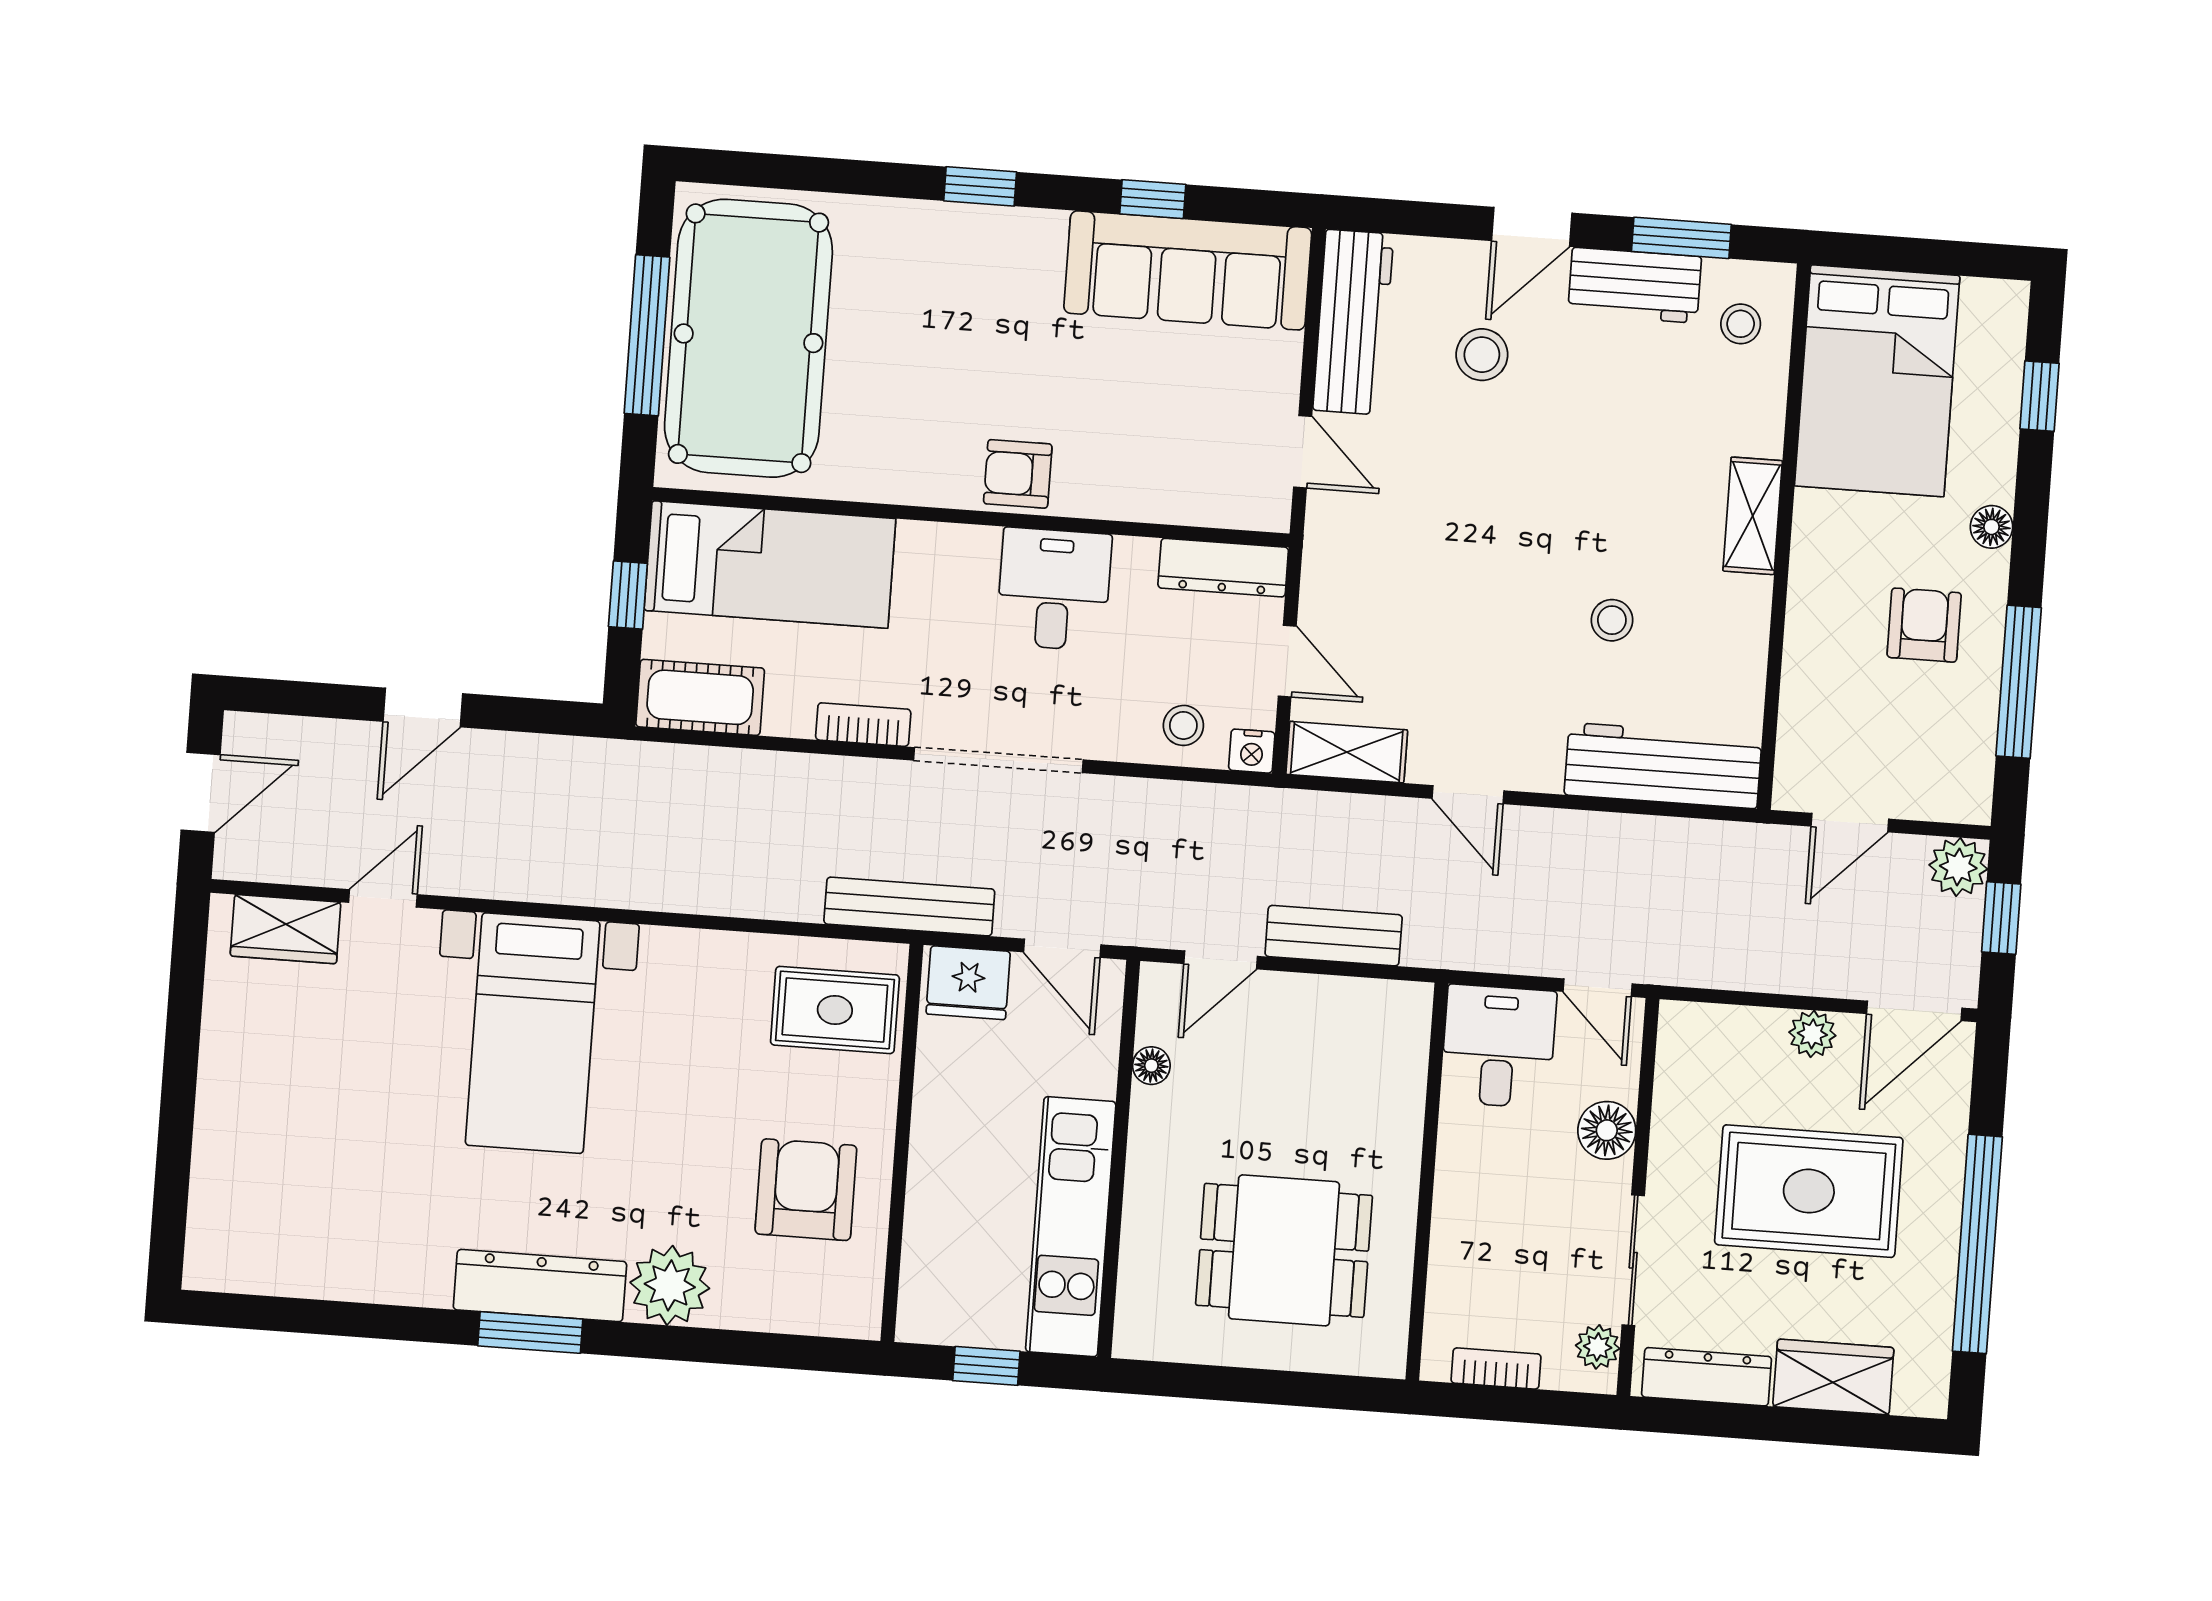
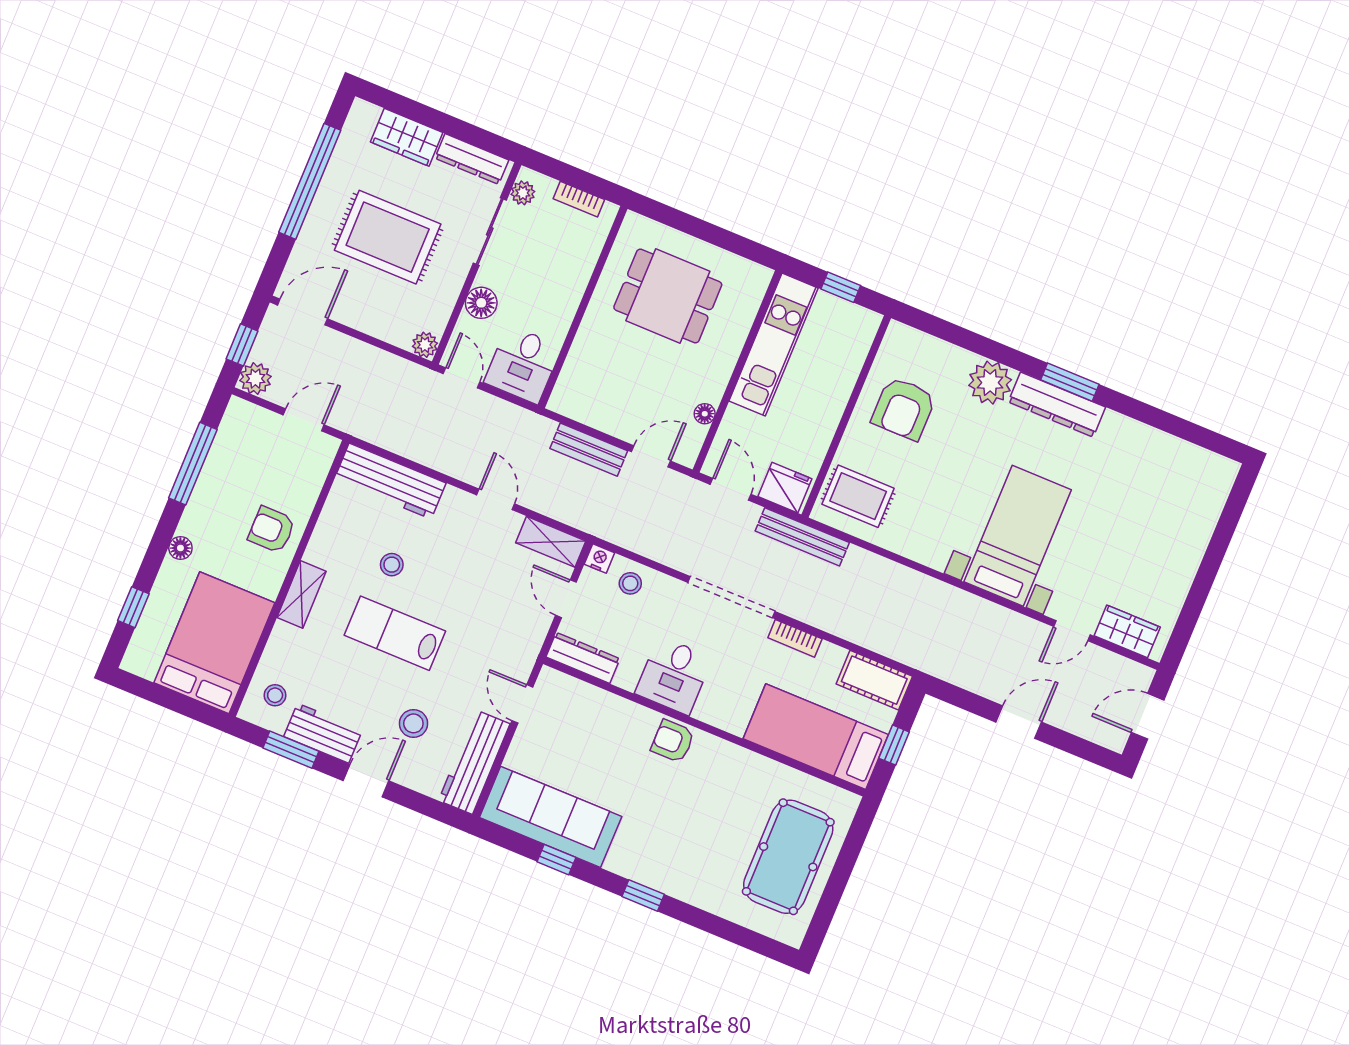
window: (647, 335) -> (840, 876), removed
pool table: (748, 338) -> (788, 857), width x0.73, depth x0.76
armchair: (1018, 474) -> (673, 741), turned 180
lab bench: (1567, 502) -> (395, 633), added
armchair: (1924, 625) -> (272, 530), moved, turned 90
plant: (1812, 1034) -> (425, 345), moved

